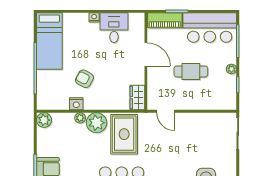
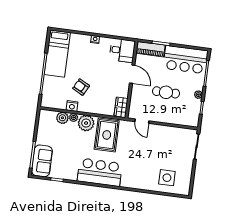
desk: (114, 28) -> (122, 50), moved, turned 90
plant: (44, 120) -> (62, 118), moved

